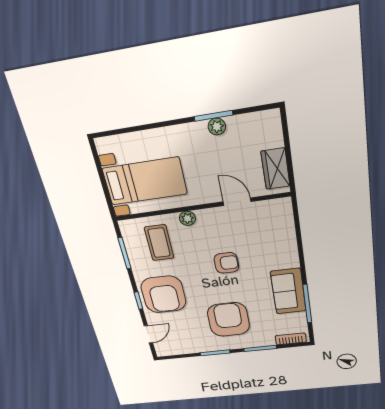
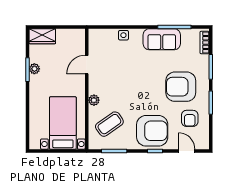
wardrobe: (275, 169) -> (42, 36), moved
coffee table: (159, 243) -> (109, 124), turned -35
side table: (287, 244) -> (123, 35), added
armchair: (226, 263) -> (190, 118), moved, turned 180

